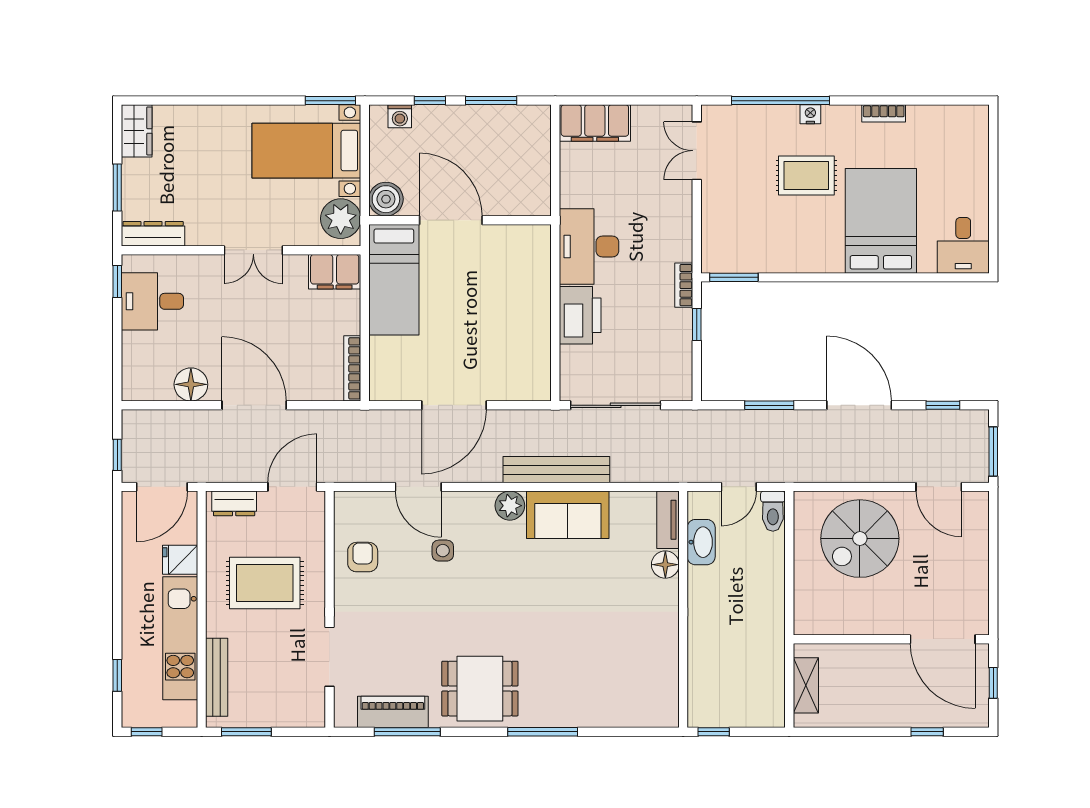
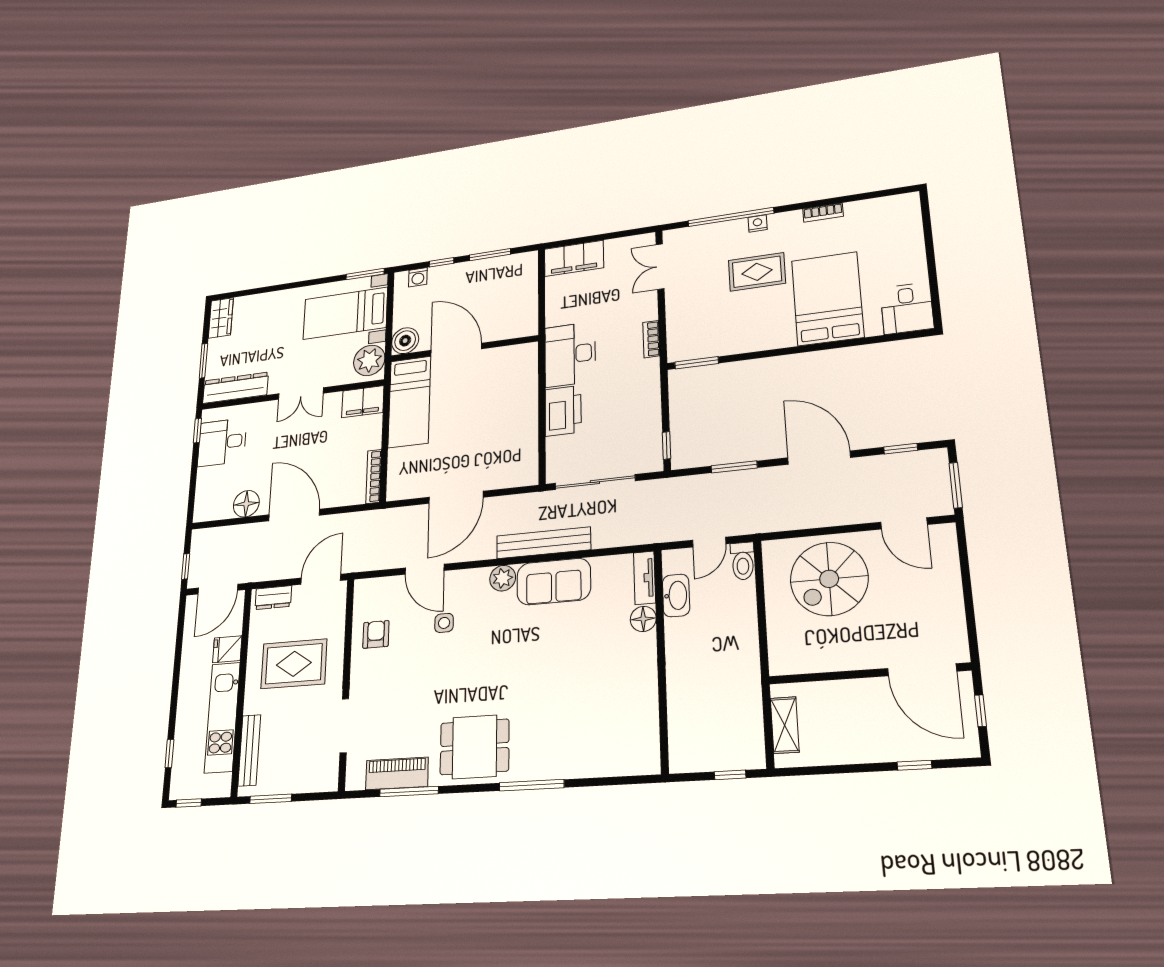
dresser: (153, 234) -> (235, 388), width x1.37, depth x1.24
bookcase: (684, 285) -> (651, 339), moved
window: (697, 324) -> (666, 445), moved
window: (714, 732) -> (730, 775), moved

